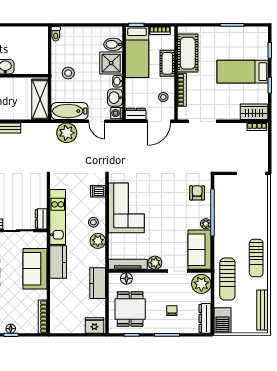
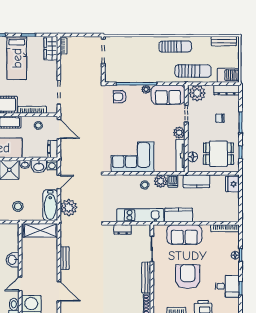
dishwasher: (98, 191) -> (173, 181), moved
dresser: (41, 219) -> (123, 229), moved
bench: (263, 310) -> (224, 41), width x0.73

